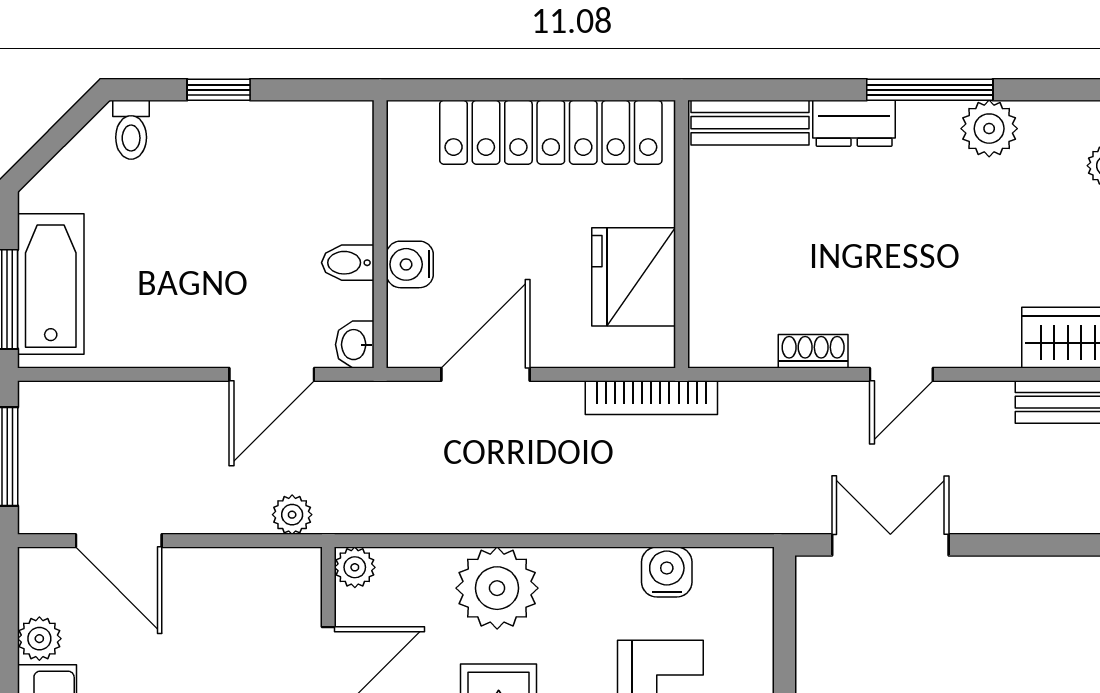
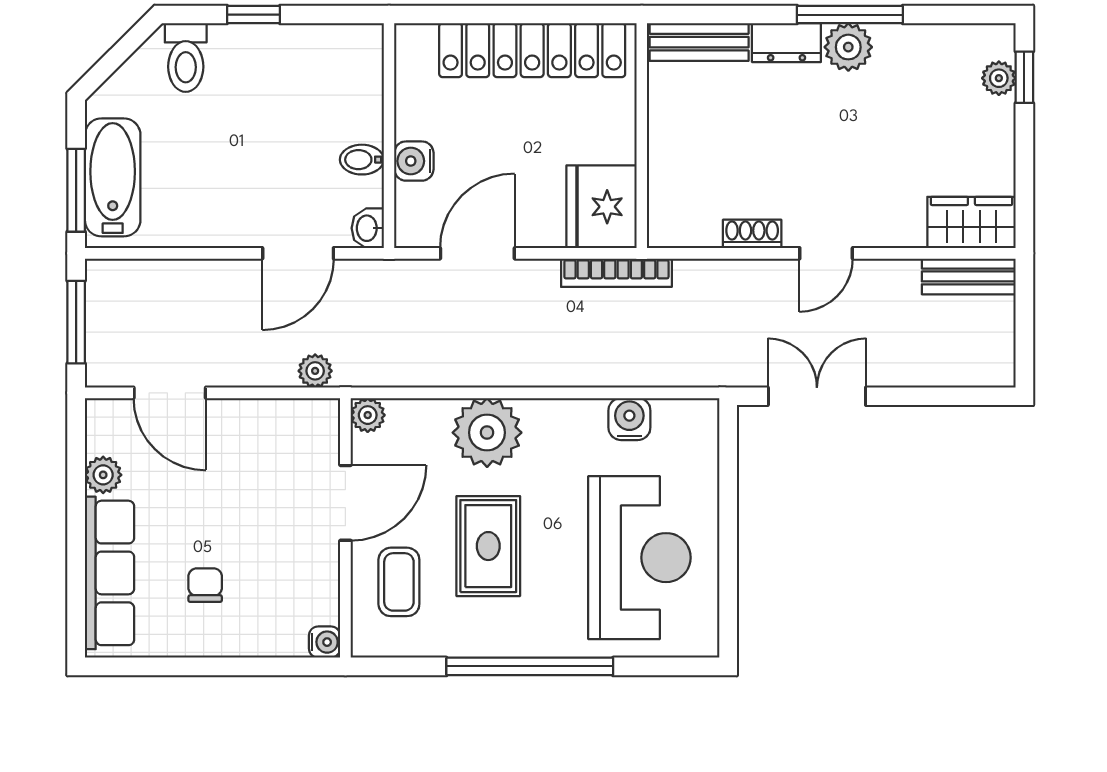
plant: (989, 129) -> (848, 47), moved
toilet: (131, 130) -> (186, 58), width x1.37, depth x1.39
fridge: (634, 277) -> (601, 207), moved

